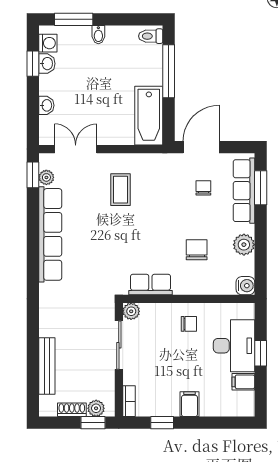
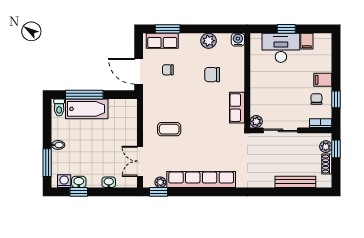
bathtub: (149, 116) -> (87, 109), moved
row of seats: (244, 191) -> (162, 41), width x0.68
chair: (189, 324) -> (316, 99), moved

